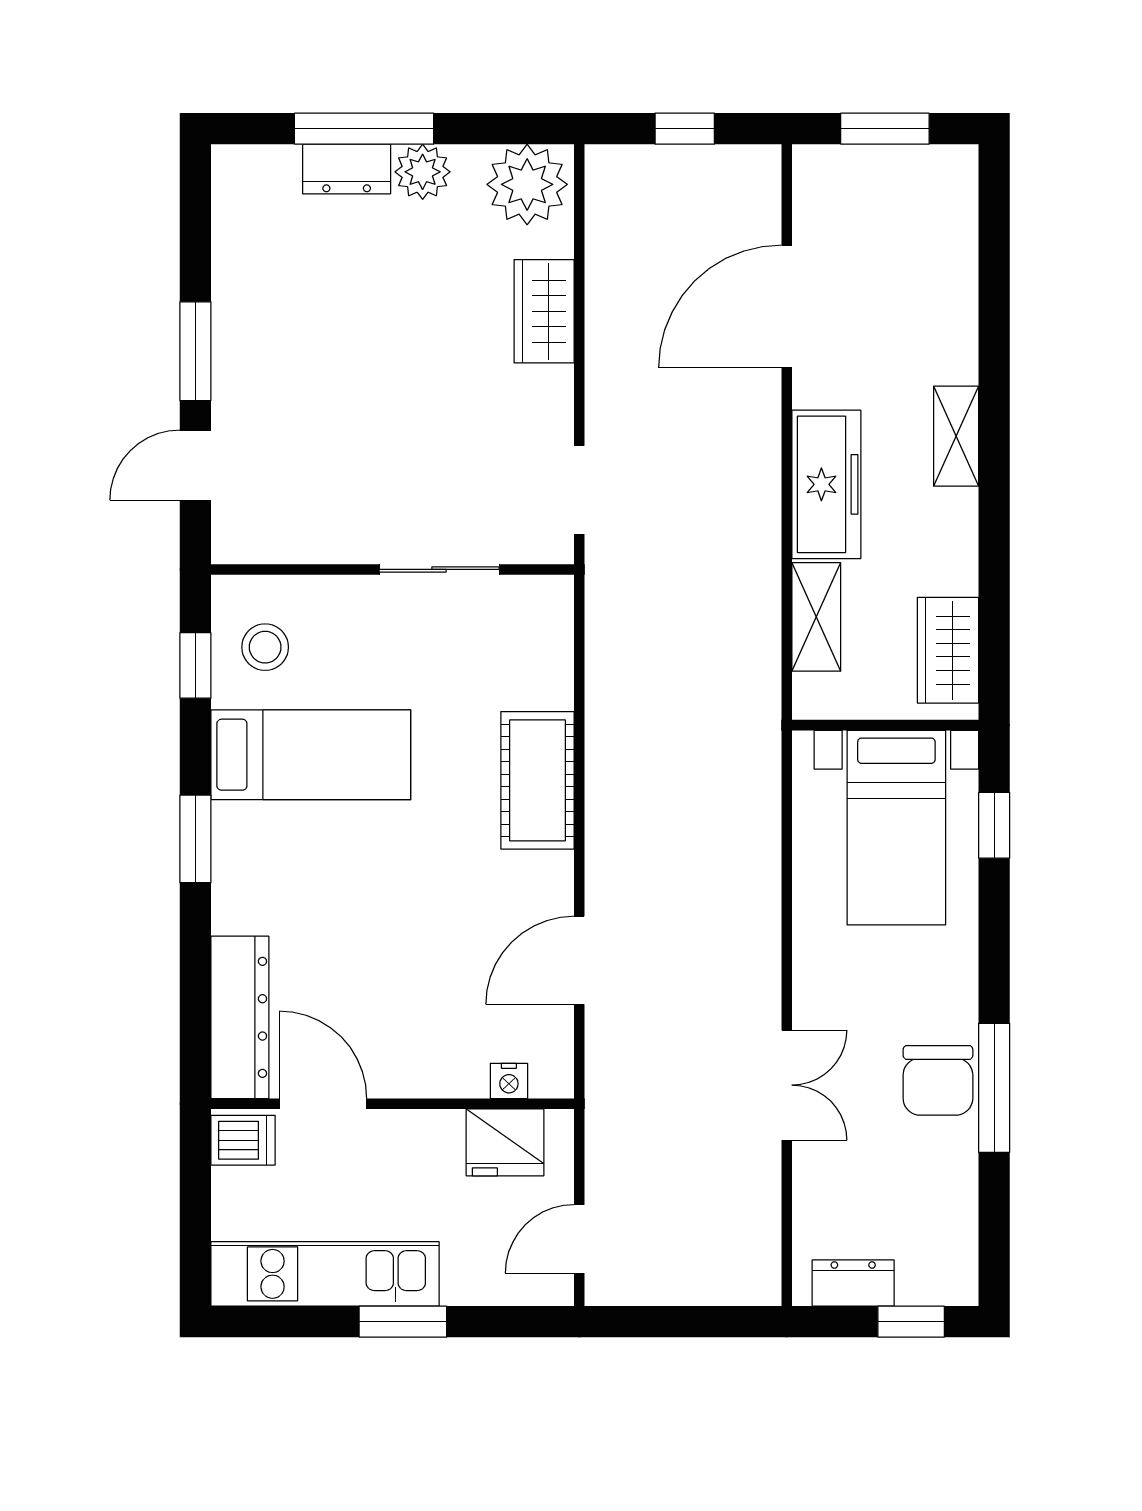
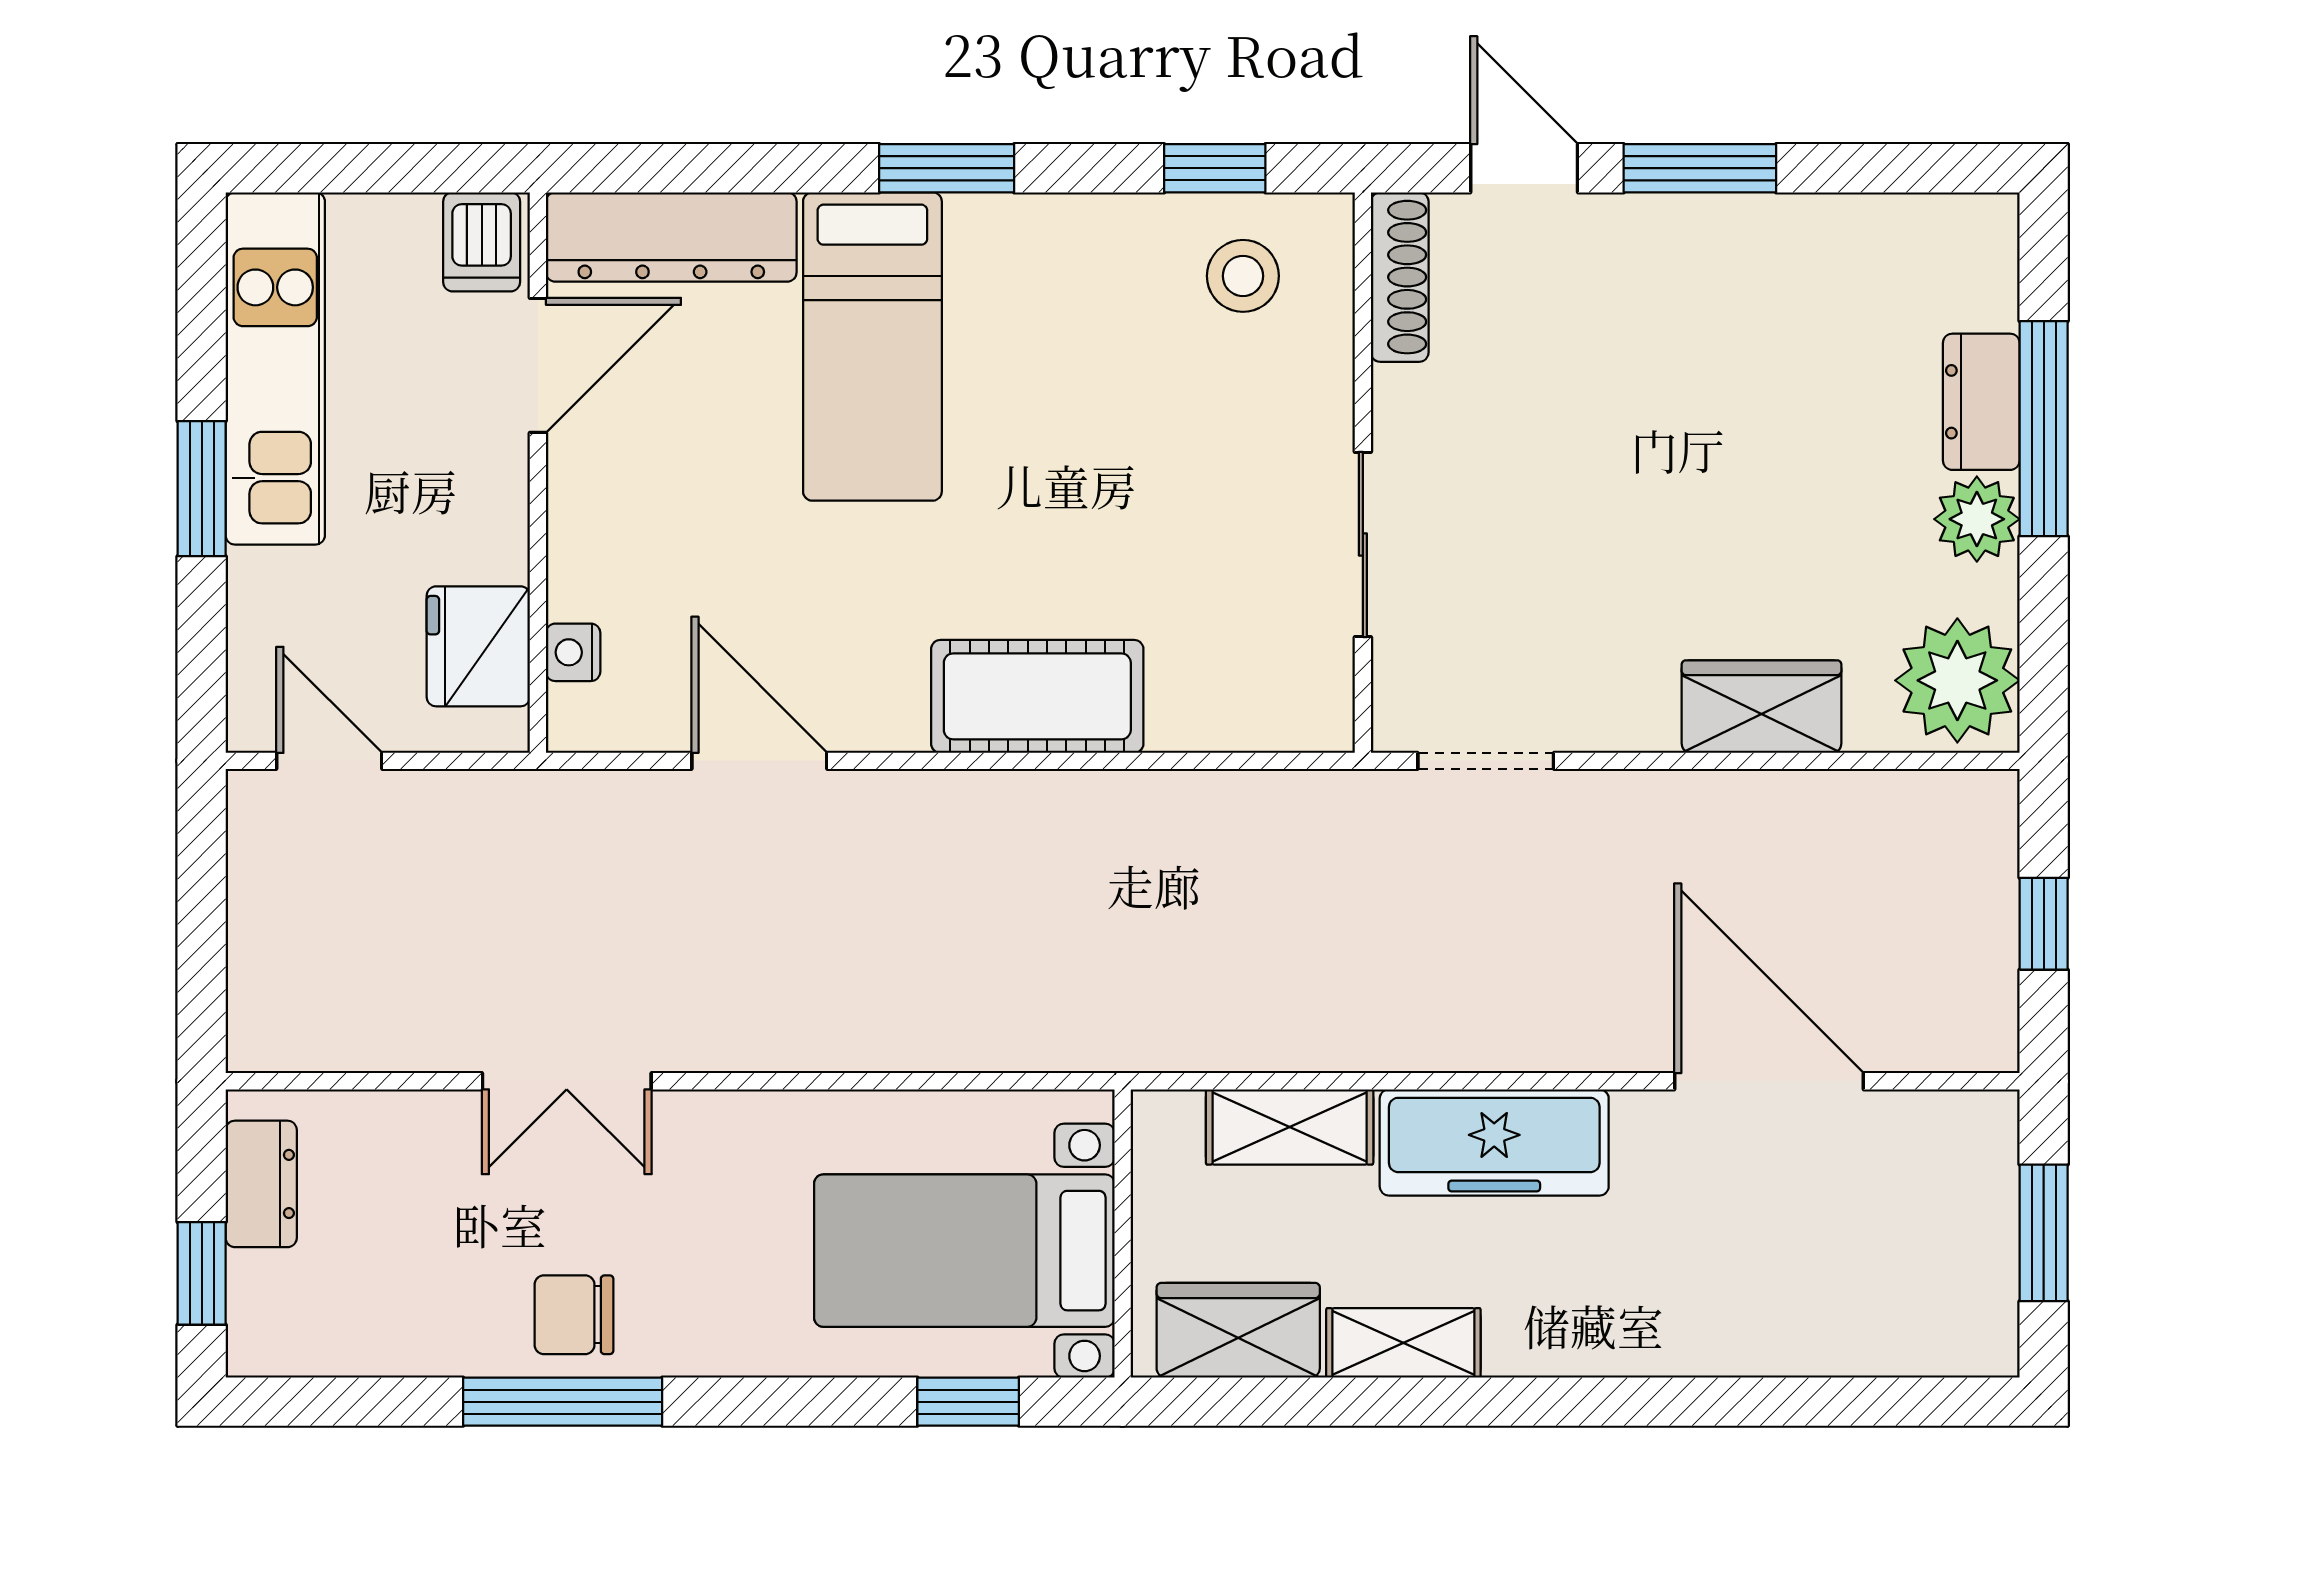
shelving: (956, 436) -> (1403, 1343), moved
shoe rack: (266, 546) -> (1400, 277), added
bed: (311, 755) -> (872, 347), moved
chair: (938, 1080) -> (574, 1315), width x0.73, depth x0.73

